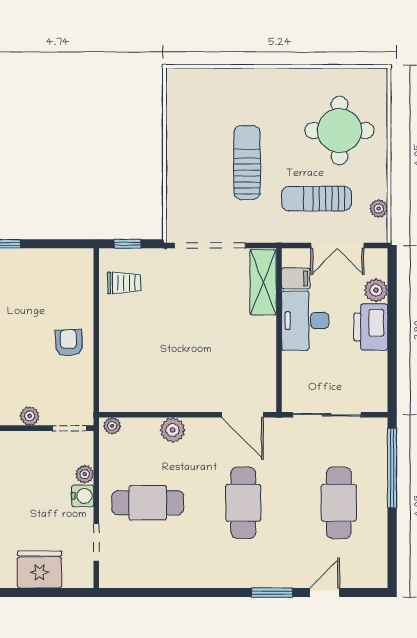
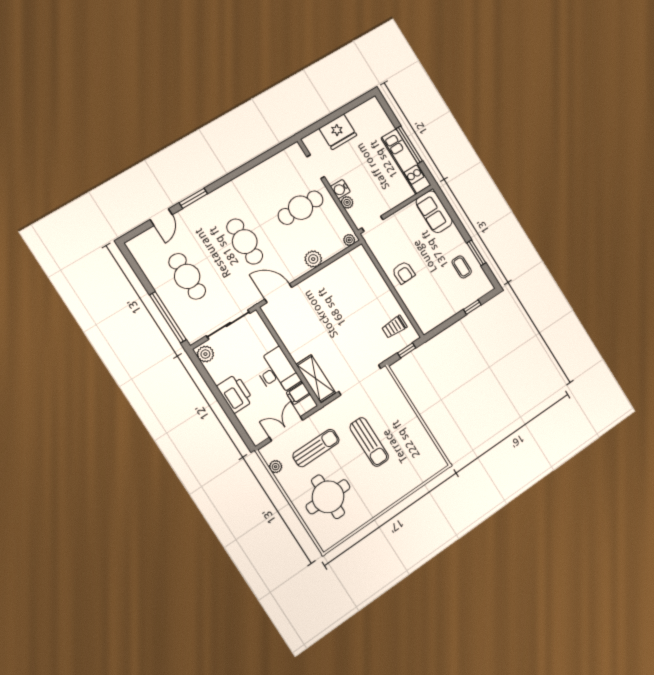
plant: (376, 290) -> (205, 354), moved
plant: (30, 416) -> (399, 217), removed

